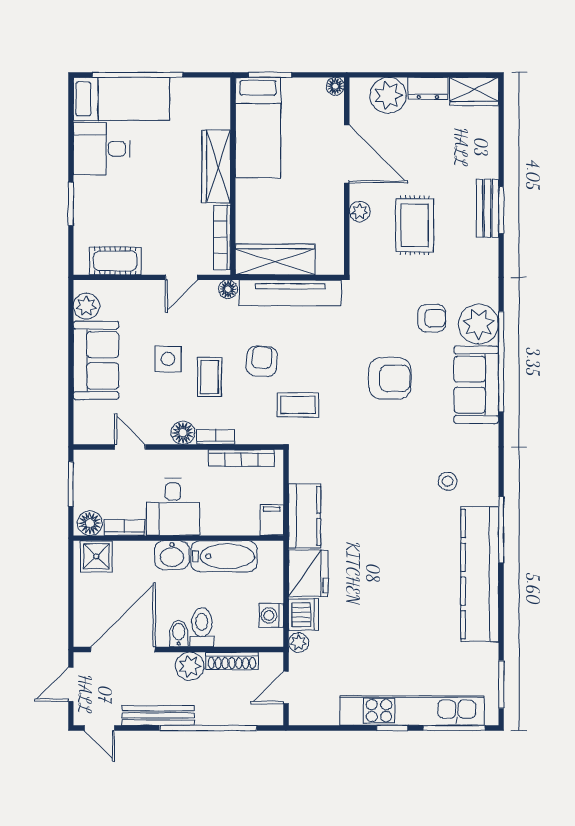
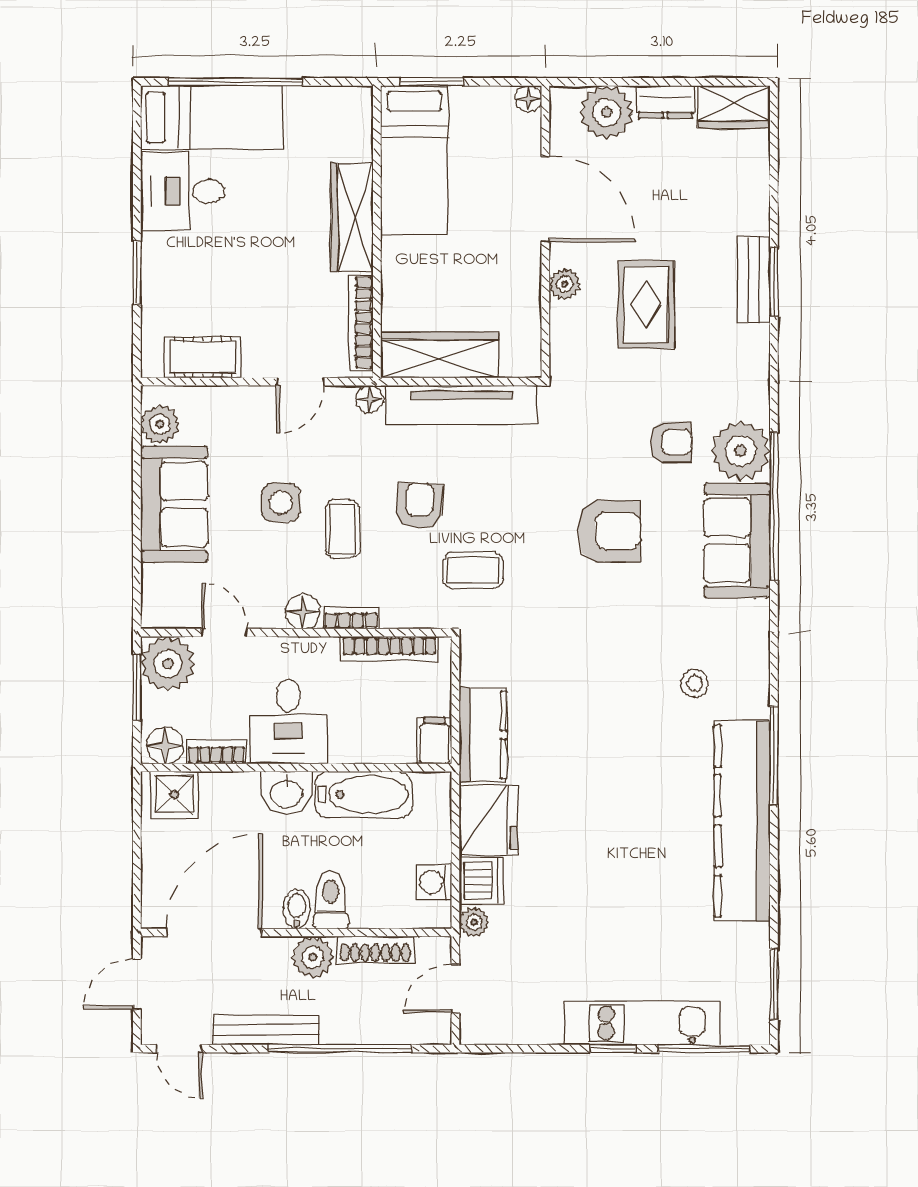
plant: (92, 468) -> (168, 664), added
kitchen unit: (412, 711) -> (642, 1023), width x0.73

